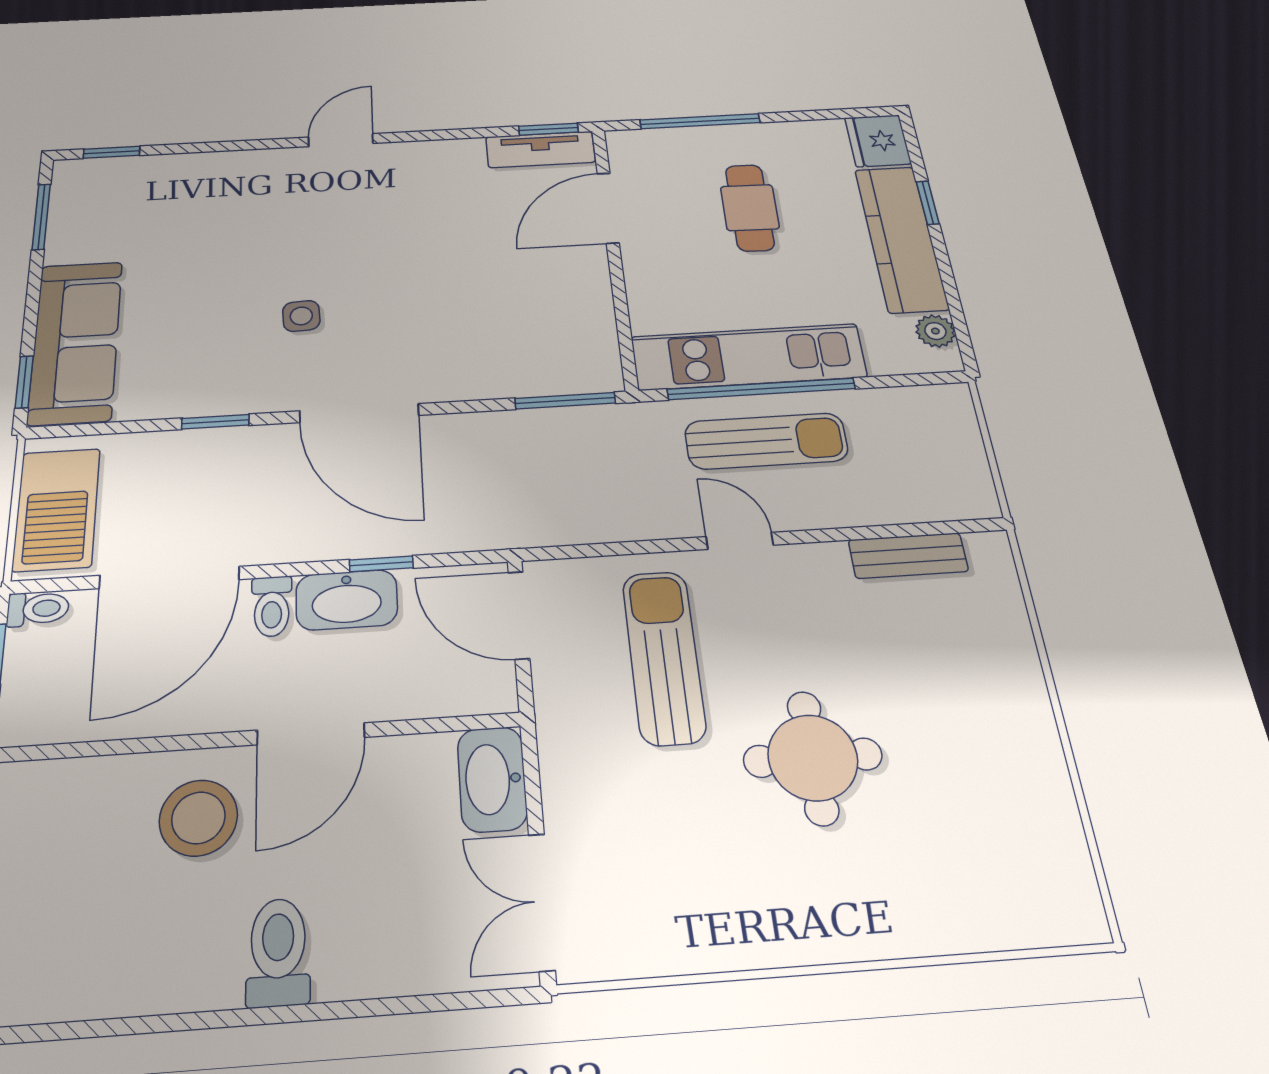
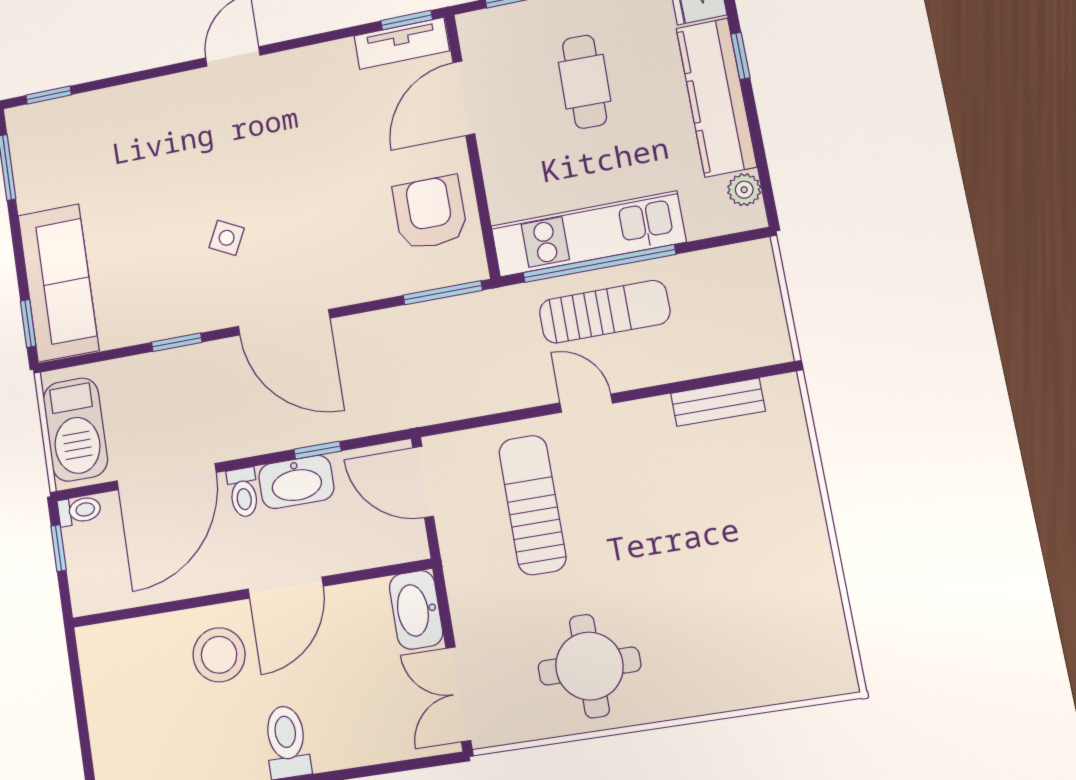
side table: (301, 316) -> (227, 238), turned 30
armchair: (557, 316) -> (430, 213), added
round table: (813, 758) -> (589, 666), moved

